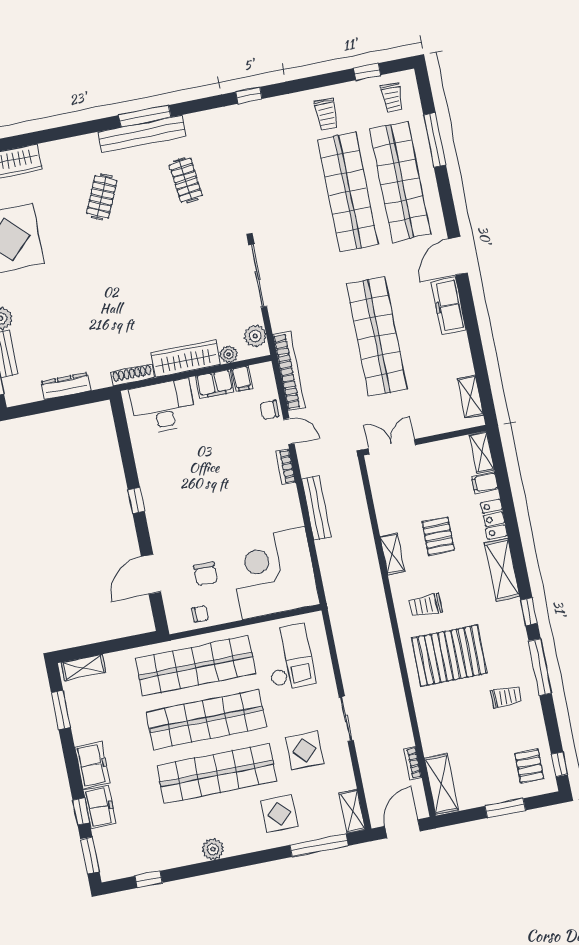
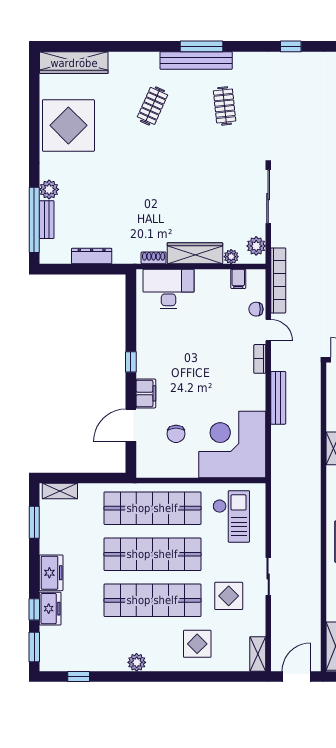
shoe rack: (132, 375) -> (154, 258), width x0.70
filing cabinet: (215, 384) -> (146, 393), moved, turned -90
chair: (200, 614) -> (165, 466), removed
bookcase: (413, 763) -> (316, 624), removed
window: (319, 845) -> (225, 677), removed

